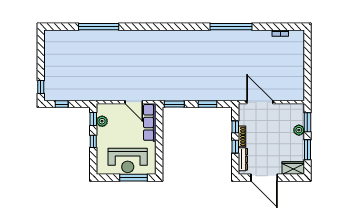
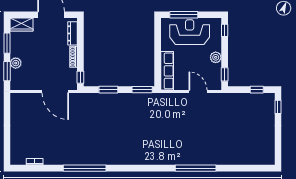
window: (99, 27) -> (196, 168), moved
door: (134, 102) -> (198, 91), moved
plant: (102, 121) -> (216, 57), moved
window: (235, 127) -> (80, 77), moved
window: (93, 141) -> (225, 30), moved
window: (235, 147) -> (80, 46), removed

